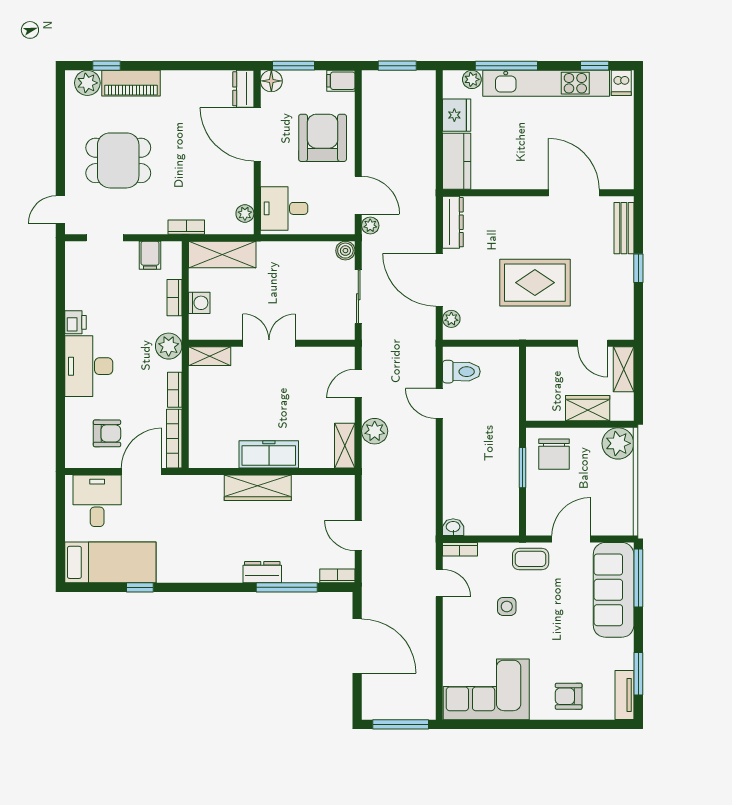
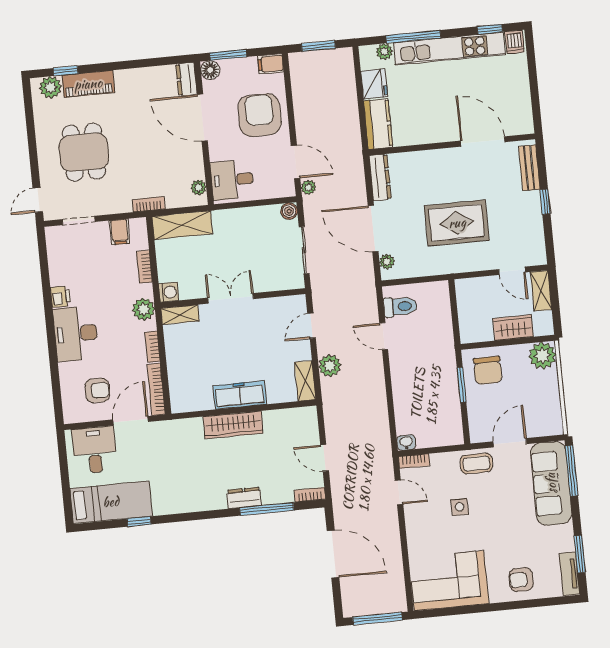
dining table: (118, 160) -> (84, 152), turned 90
washing machine: (199, 303) -> (169, 292), moved

